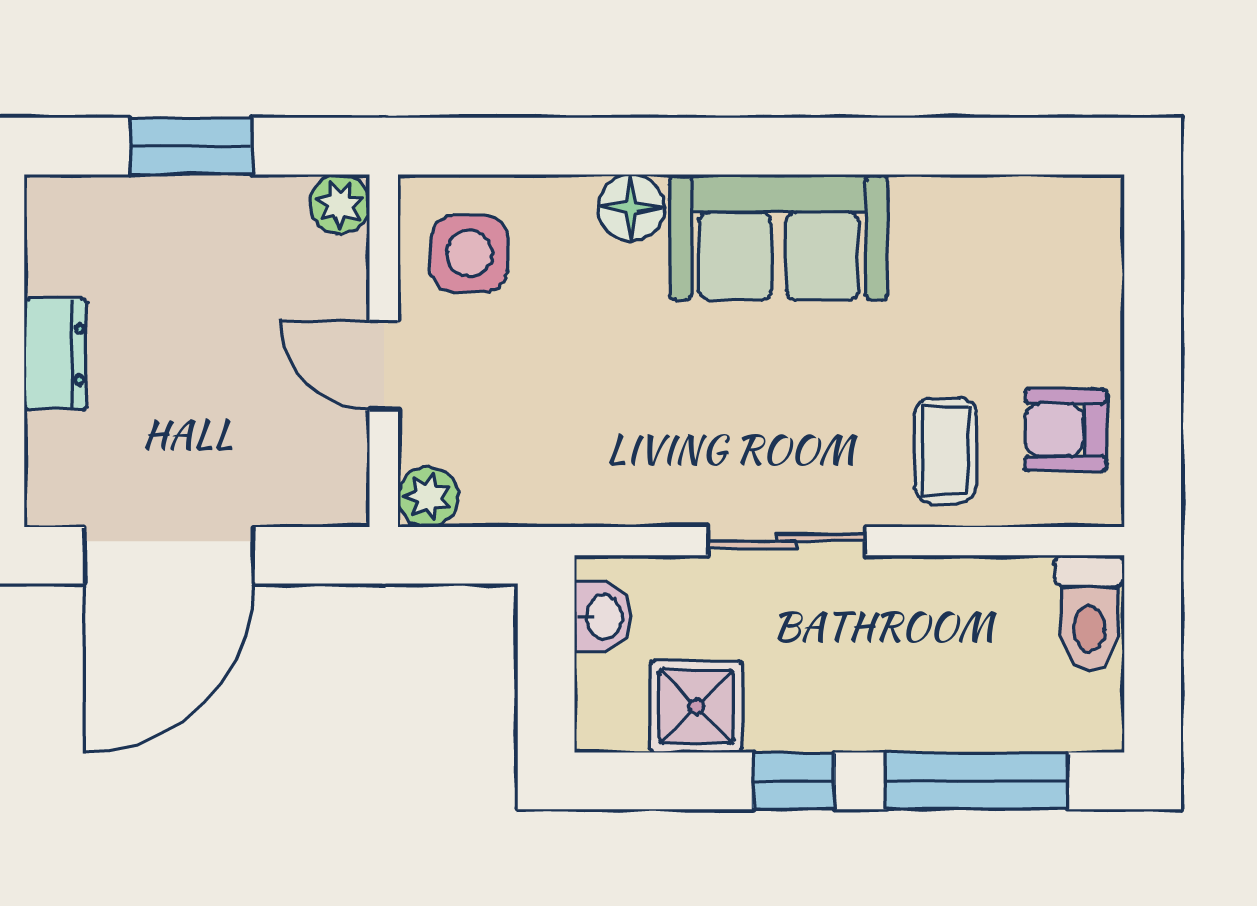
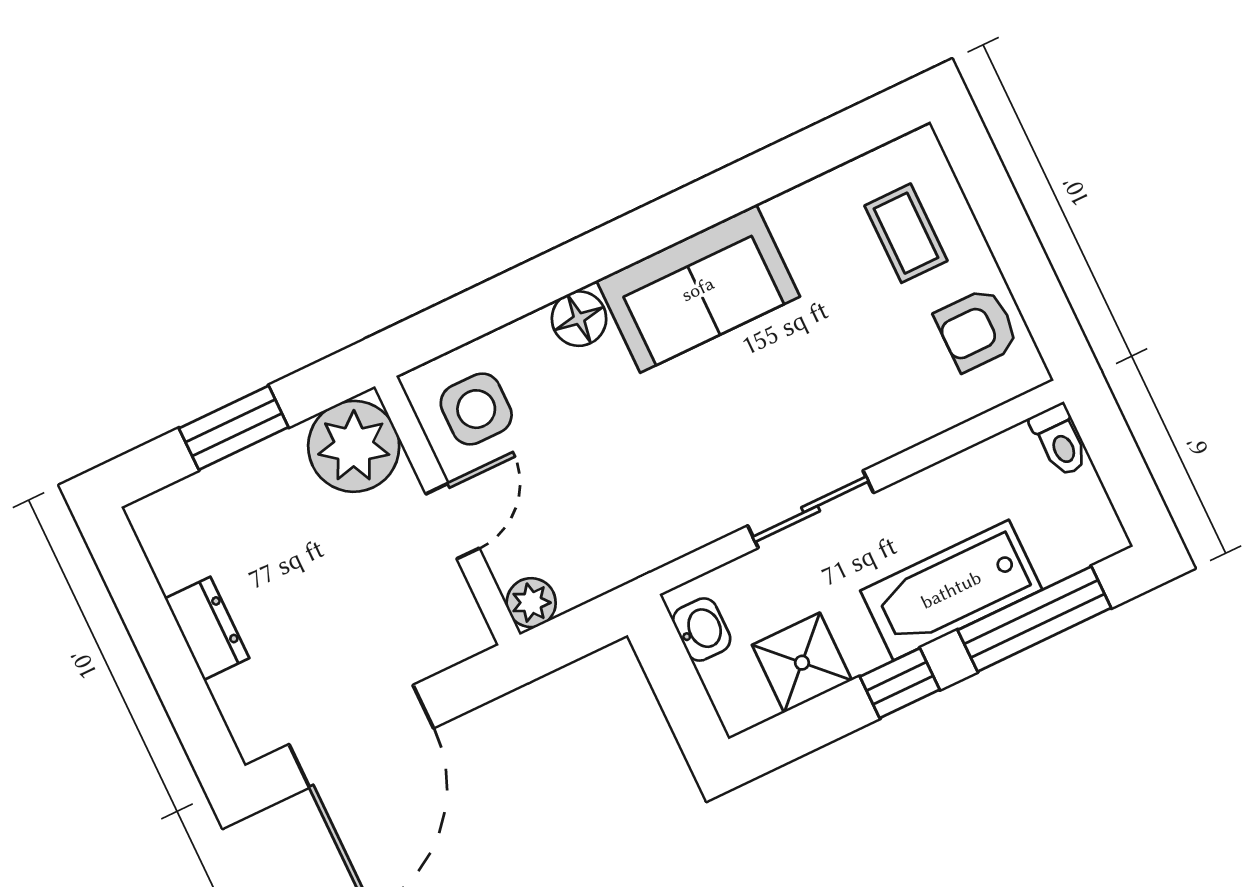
plant: (340, 204) -> (354, 446), width x1.88, depth x1.88
door: (384, 365) -> (452, 521), swing flipped
coffee table: (945, 451) -> (906, 233), moved
toilet: (1090, 613) -> (1060, 440), width x0.73, depth x0.72
bathtub: (900, 705) -> (951, 590), added

